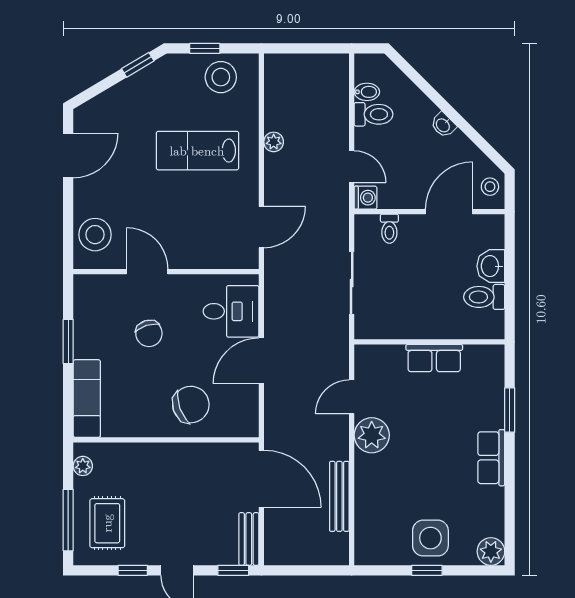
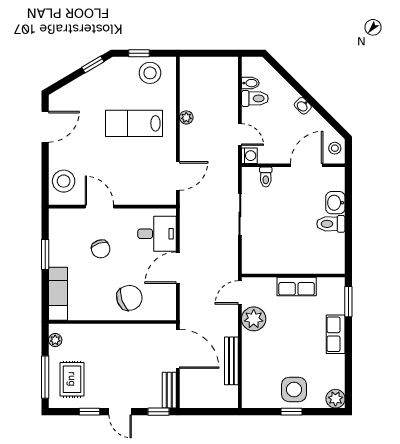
wall: (429, 342) -> (293, 276), moved
row of seats: (434, 358) -> (297, 287), moved

